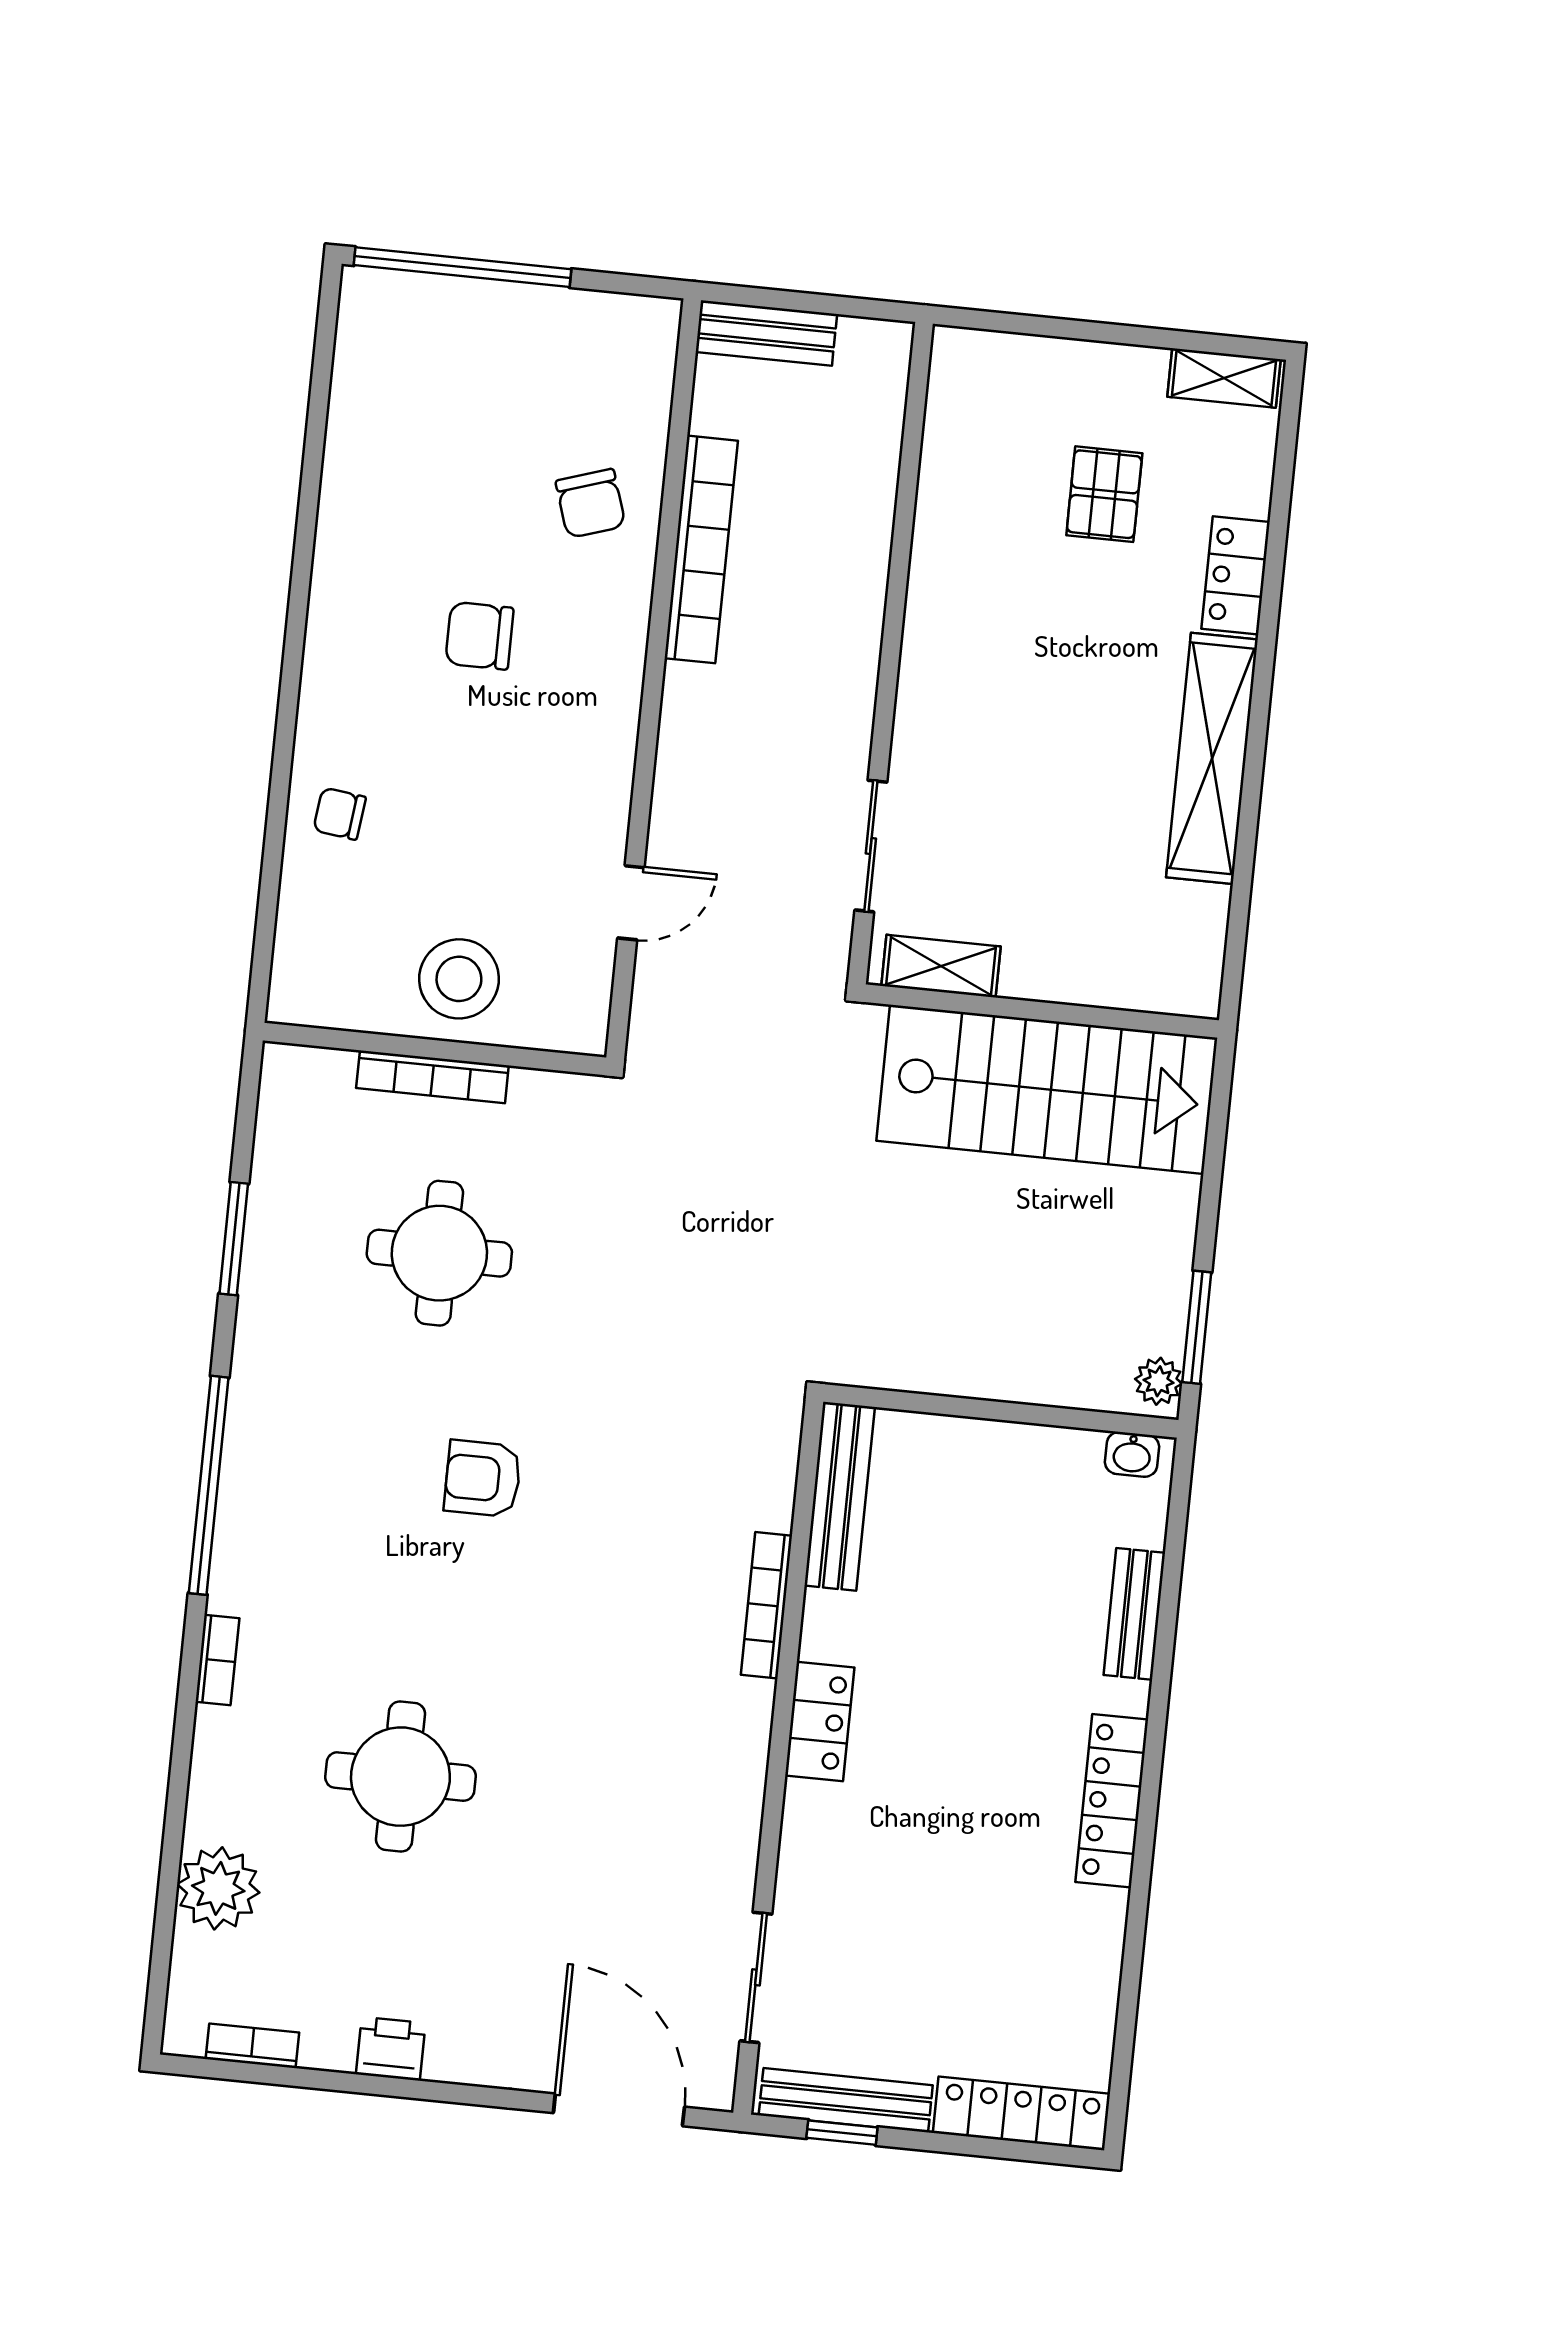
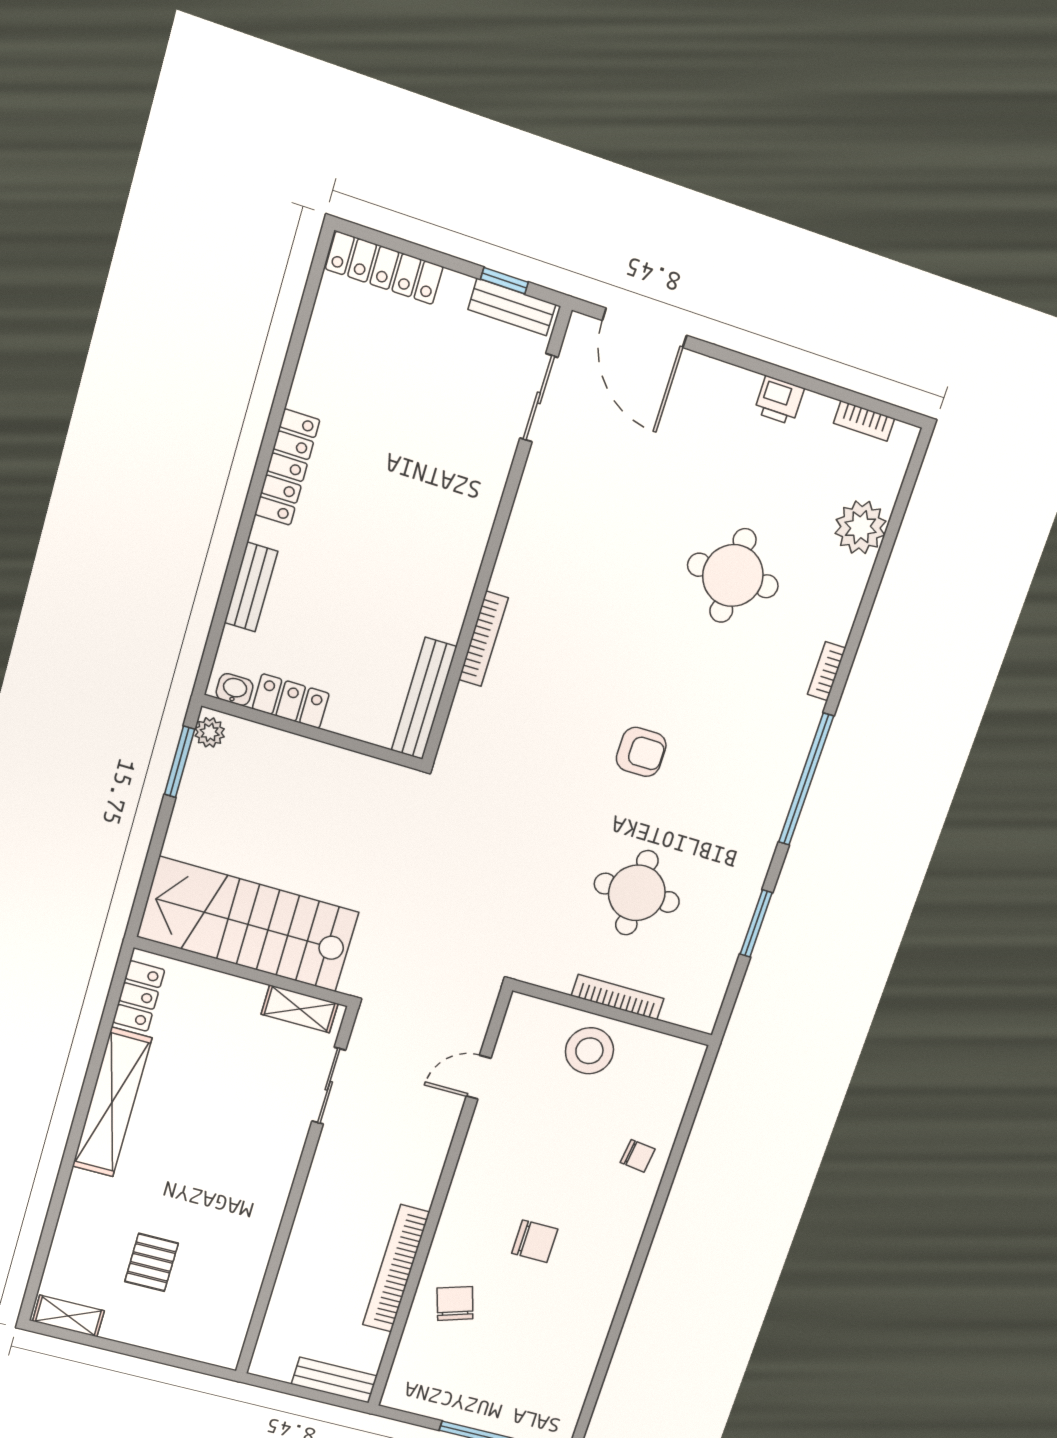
locker: (1236, 575) -> (139, 996), moved
locker: (820, 1722) -> (291, 701), moved, turned 90
bench: (846, 2100) -> (512, 307), width x0.73

